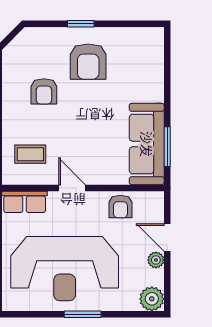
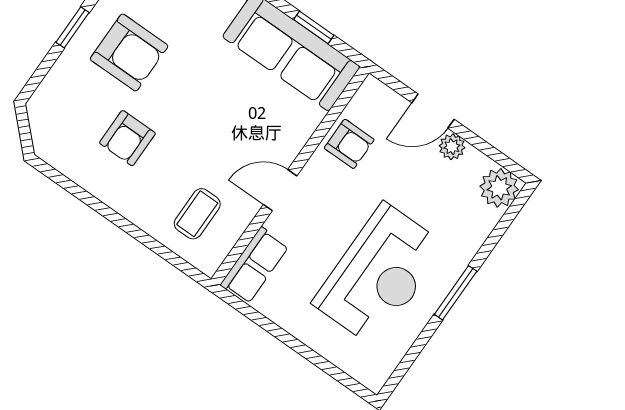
armchair: (44, 91) -> (127, 138), turned 90
window: (167, 147) -> (314, 27), width x0.67
reception desk: (65, 269) -> (379, 275), width x0.74, depth x0.77

